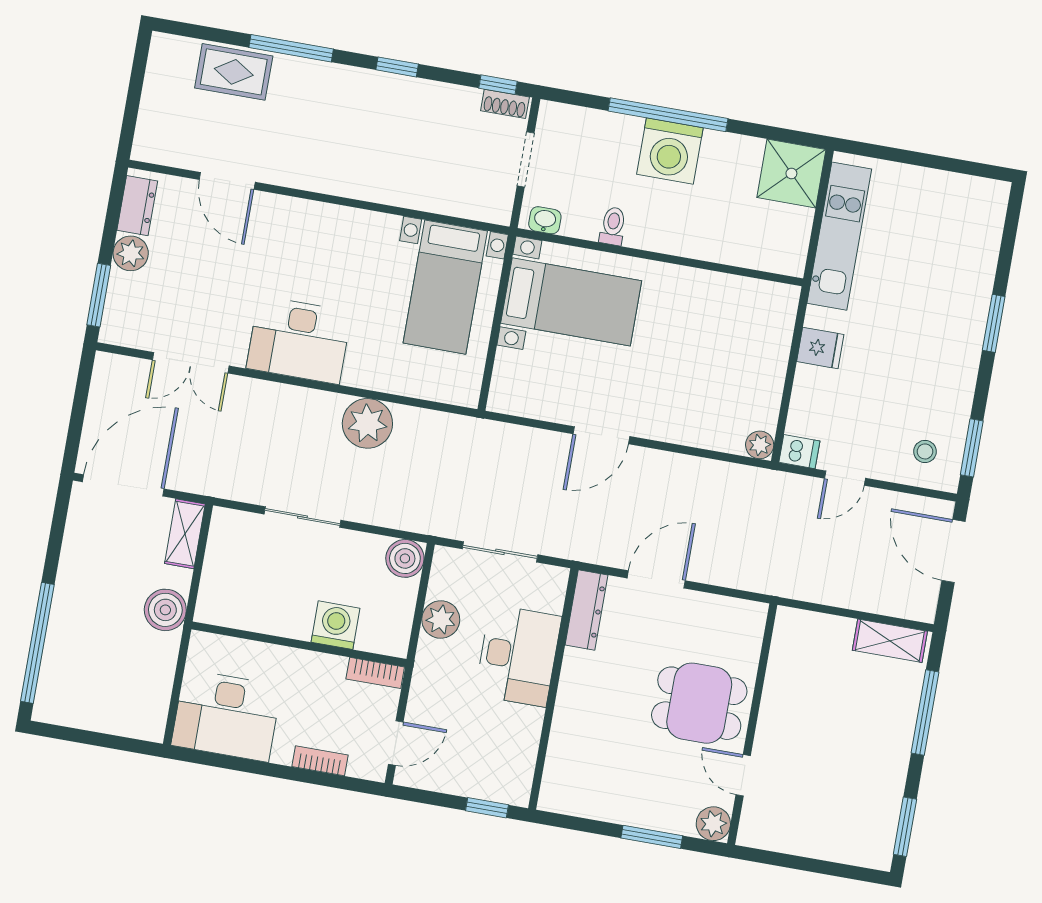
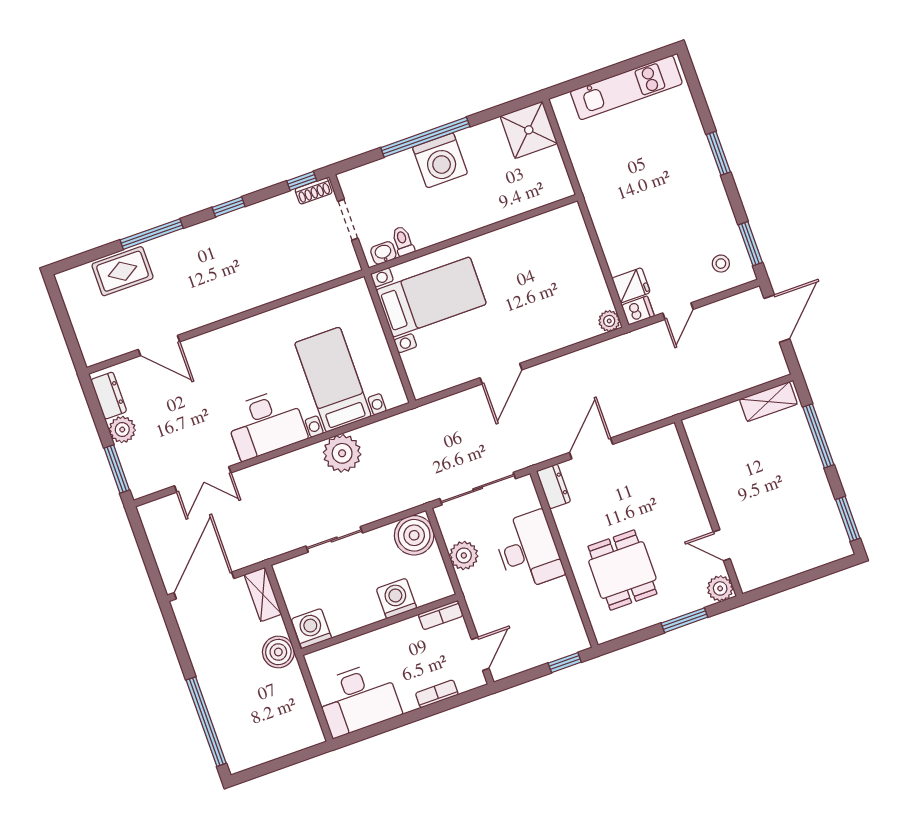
toilet: (613, 226) -> (403, 241), moved
kitchen unit: (839, 236) -> (626, 88), moved, turned 90
bed with nightstands: (445, 287) -> (333, 380), moved, turned 180
fridge: (820, 348) -> (631, 285), moved
door: (954, 551) -> (777, 319), swing flipped
sliding door: (500, 552) -> (478, 489), width x1.37
boiler: (405, 558) -> (414, 535), width x1.37, depth x1.37
washing machine: (218, 605) -> (311, 629), added
dresser: (586, 610) -> (554, 486), width x0.70
dining table: (699, 703) -> (622, 570), moved, turned 90

